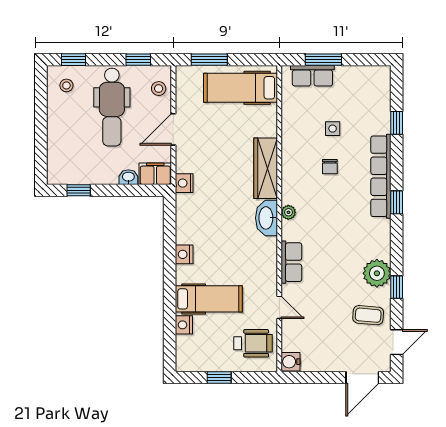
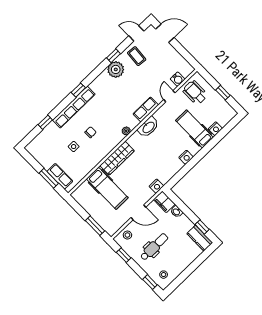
hospital bed: (240, 88) -> (107, 188), moved
dental chair: (112, 107) -> (154, 247), width x0.73, depth x0.72
kitchen counter: (68, 174) -> (200, 238), added
washbasin: (267, 218) -> (148, 127), moved
water cooler: (291, 362) -> (178, 79), moved

